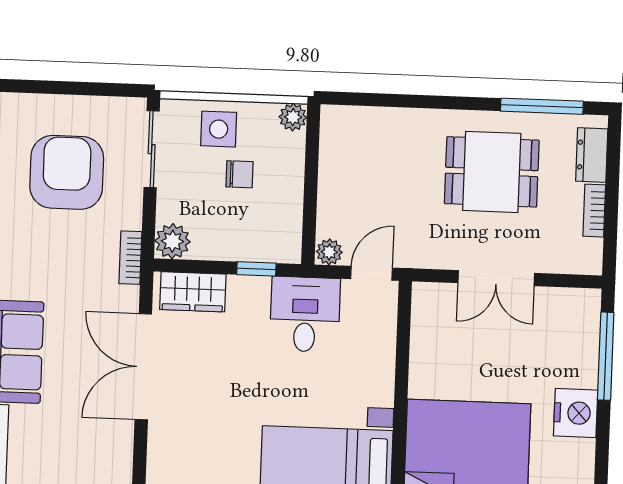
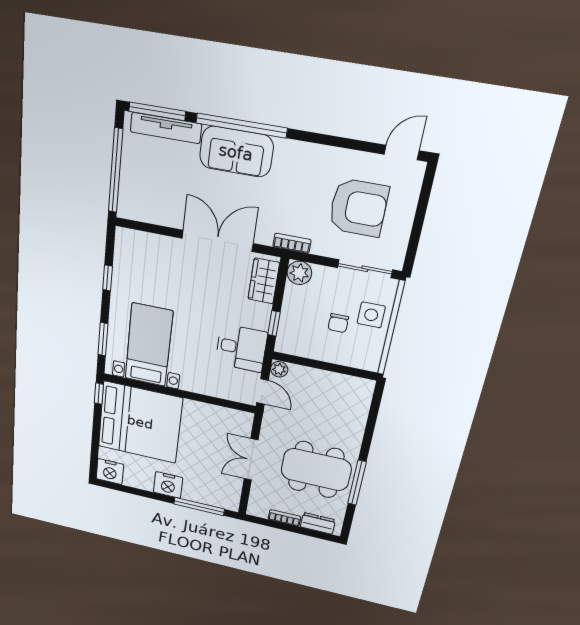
window: (542, 106) -> (357, 483), moved
plant: (293, 117) -> (371, 363), removed
dining table: (492, 172) -> (316, 470), width x1.38

